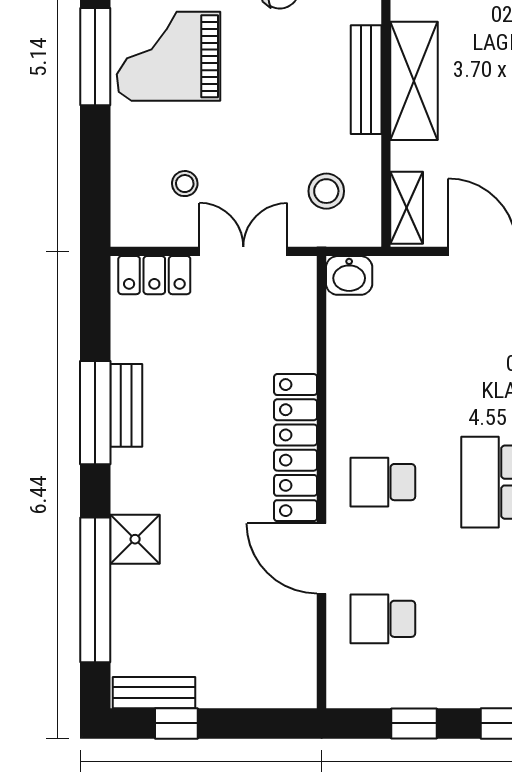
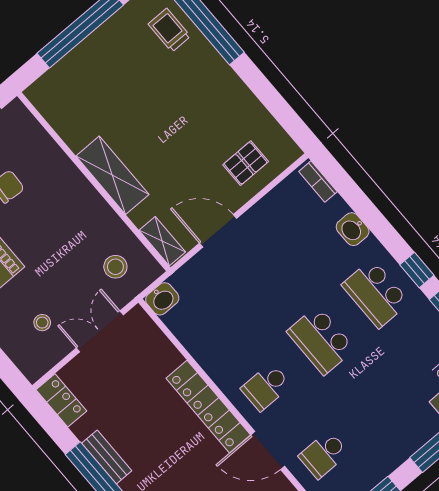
bench: (366, 80) -> (88, 195), removed
locker: (154, 275) -> (61, 400), moved, turned -90

